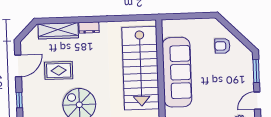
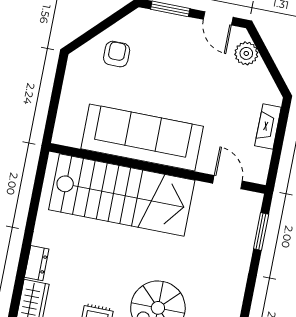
armchair: (222, 46) -> (117, 54), turned 180

